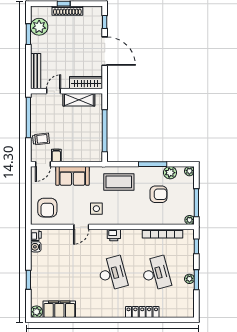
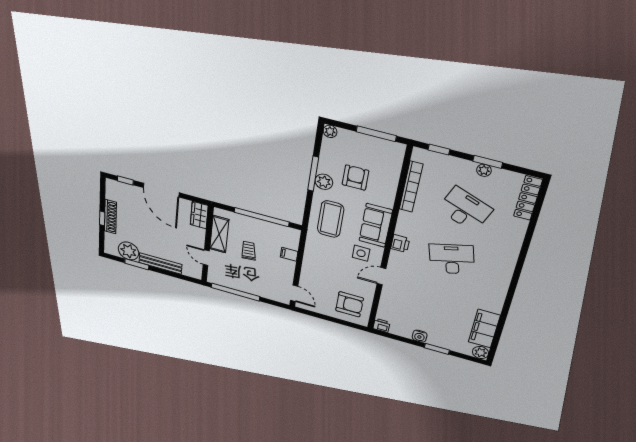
door: (105, 51) -> (161, 190), swing flipped
bench: (36, 71) -> (160, 264), moved
wardrobe: (86, 83) -> (199, 215), width x0.67
trolley: (41, 139) -> (249, 251), moved
filing cabinet: (56, 156) -> (289, 254), moved
plant: (170, 173) -> (324, 182), moved
sofa: (72, 176) -> (376, 225), moved, turned 180
plant: (190, 220) -> (399, 149), removed
door: (81, 227) -> (381, 276), swing flipped
water cooler: (36, 247) -> (420, 336), moved
desk: (156, 273) -> (465, 209), turned 36
locker: (142, 312) -> (528, 198), moved

